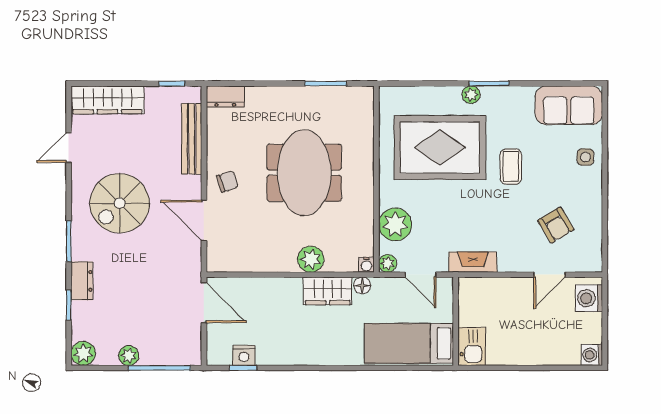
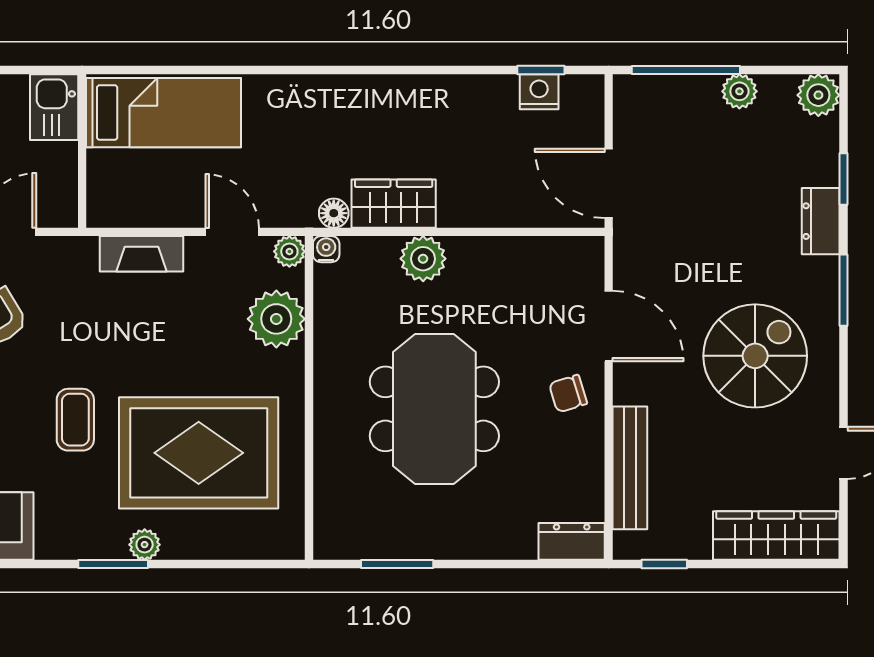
wall: (456, 321) -> (82, 151), moved
bed: (409, 343) -> (164, 113), moved
kitchen sink: (472, 346) -> (54, 107), moved

